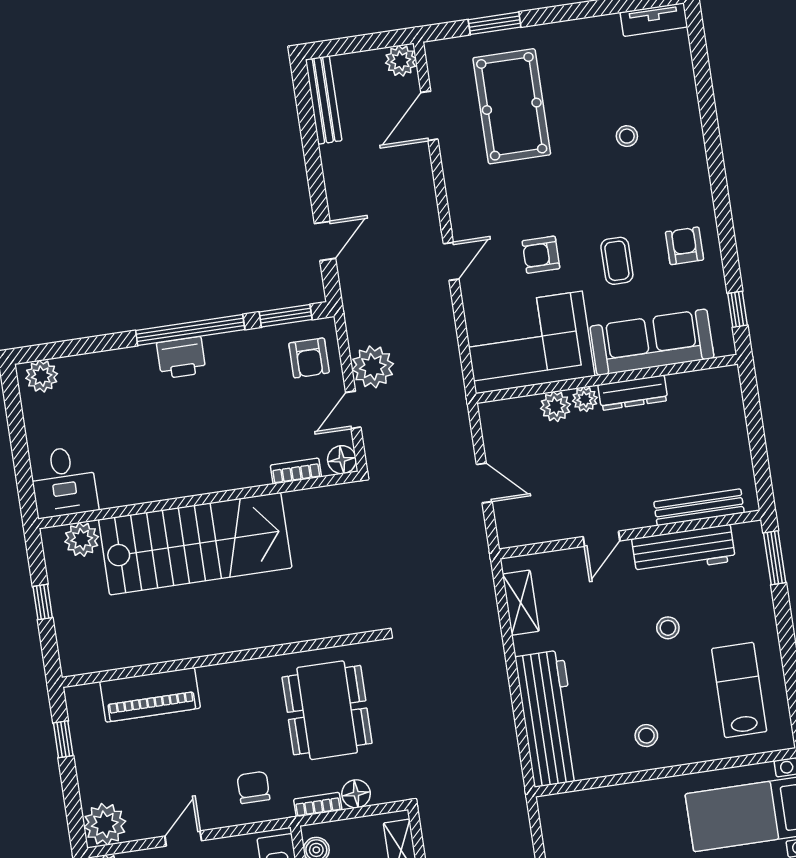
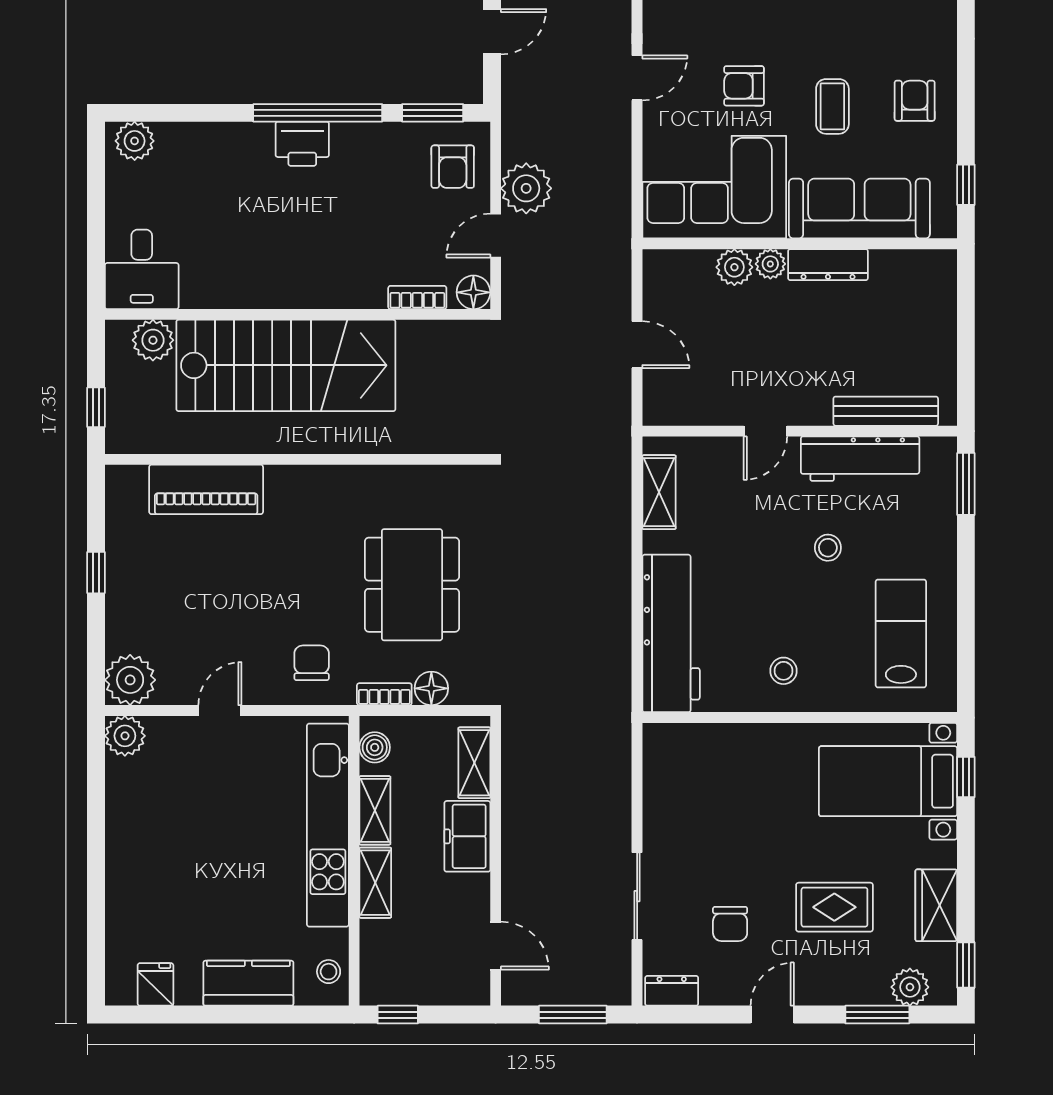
wall: (222, 658) -> (298, 459), moved
piano: (150, 695) -> (206, 489), moved

